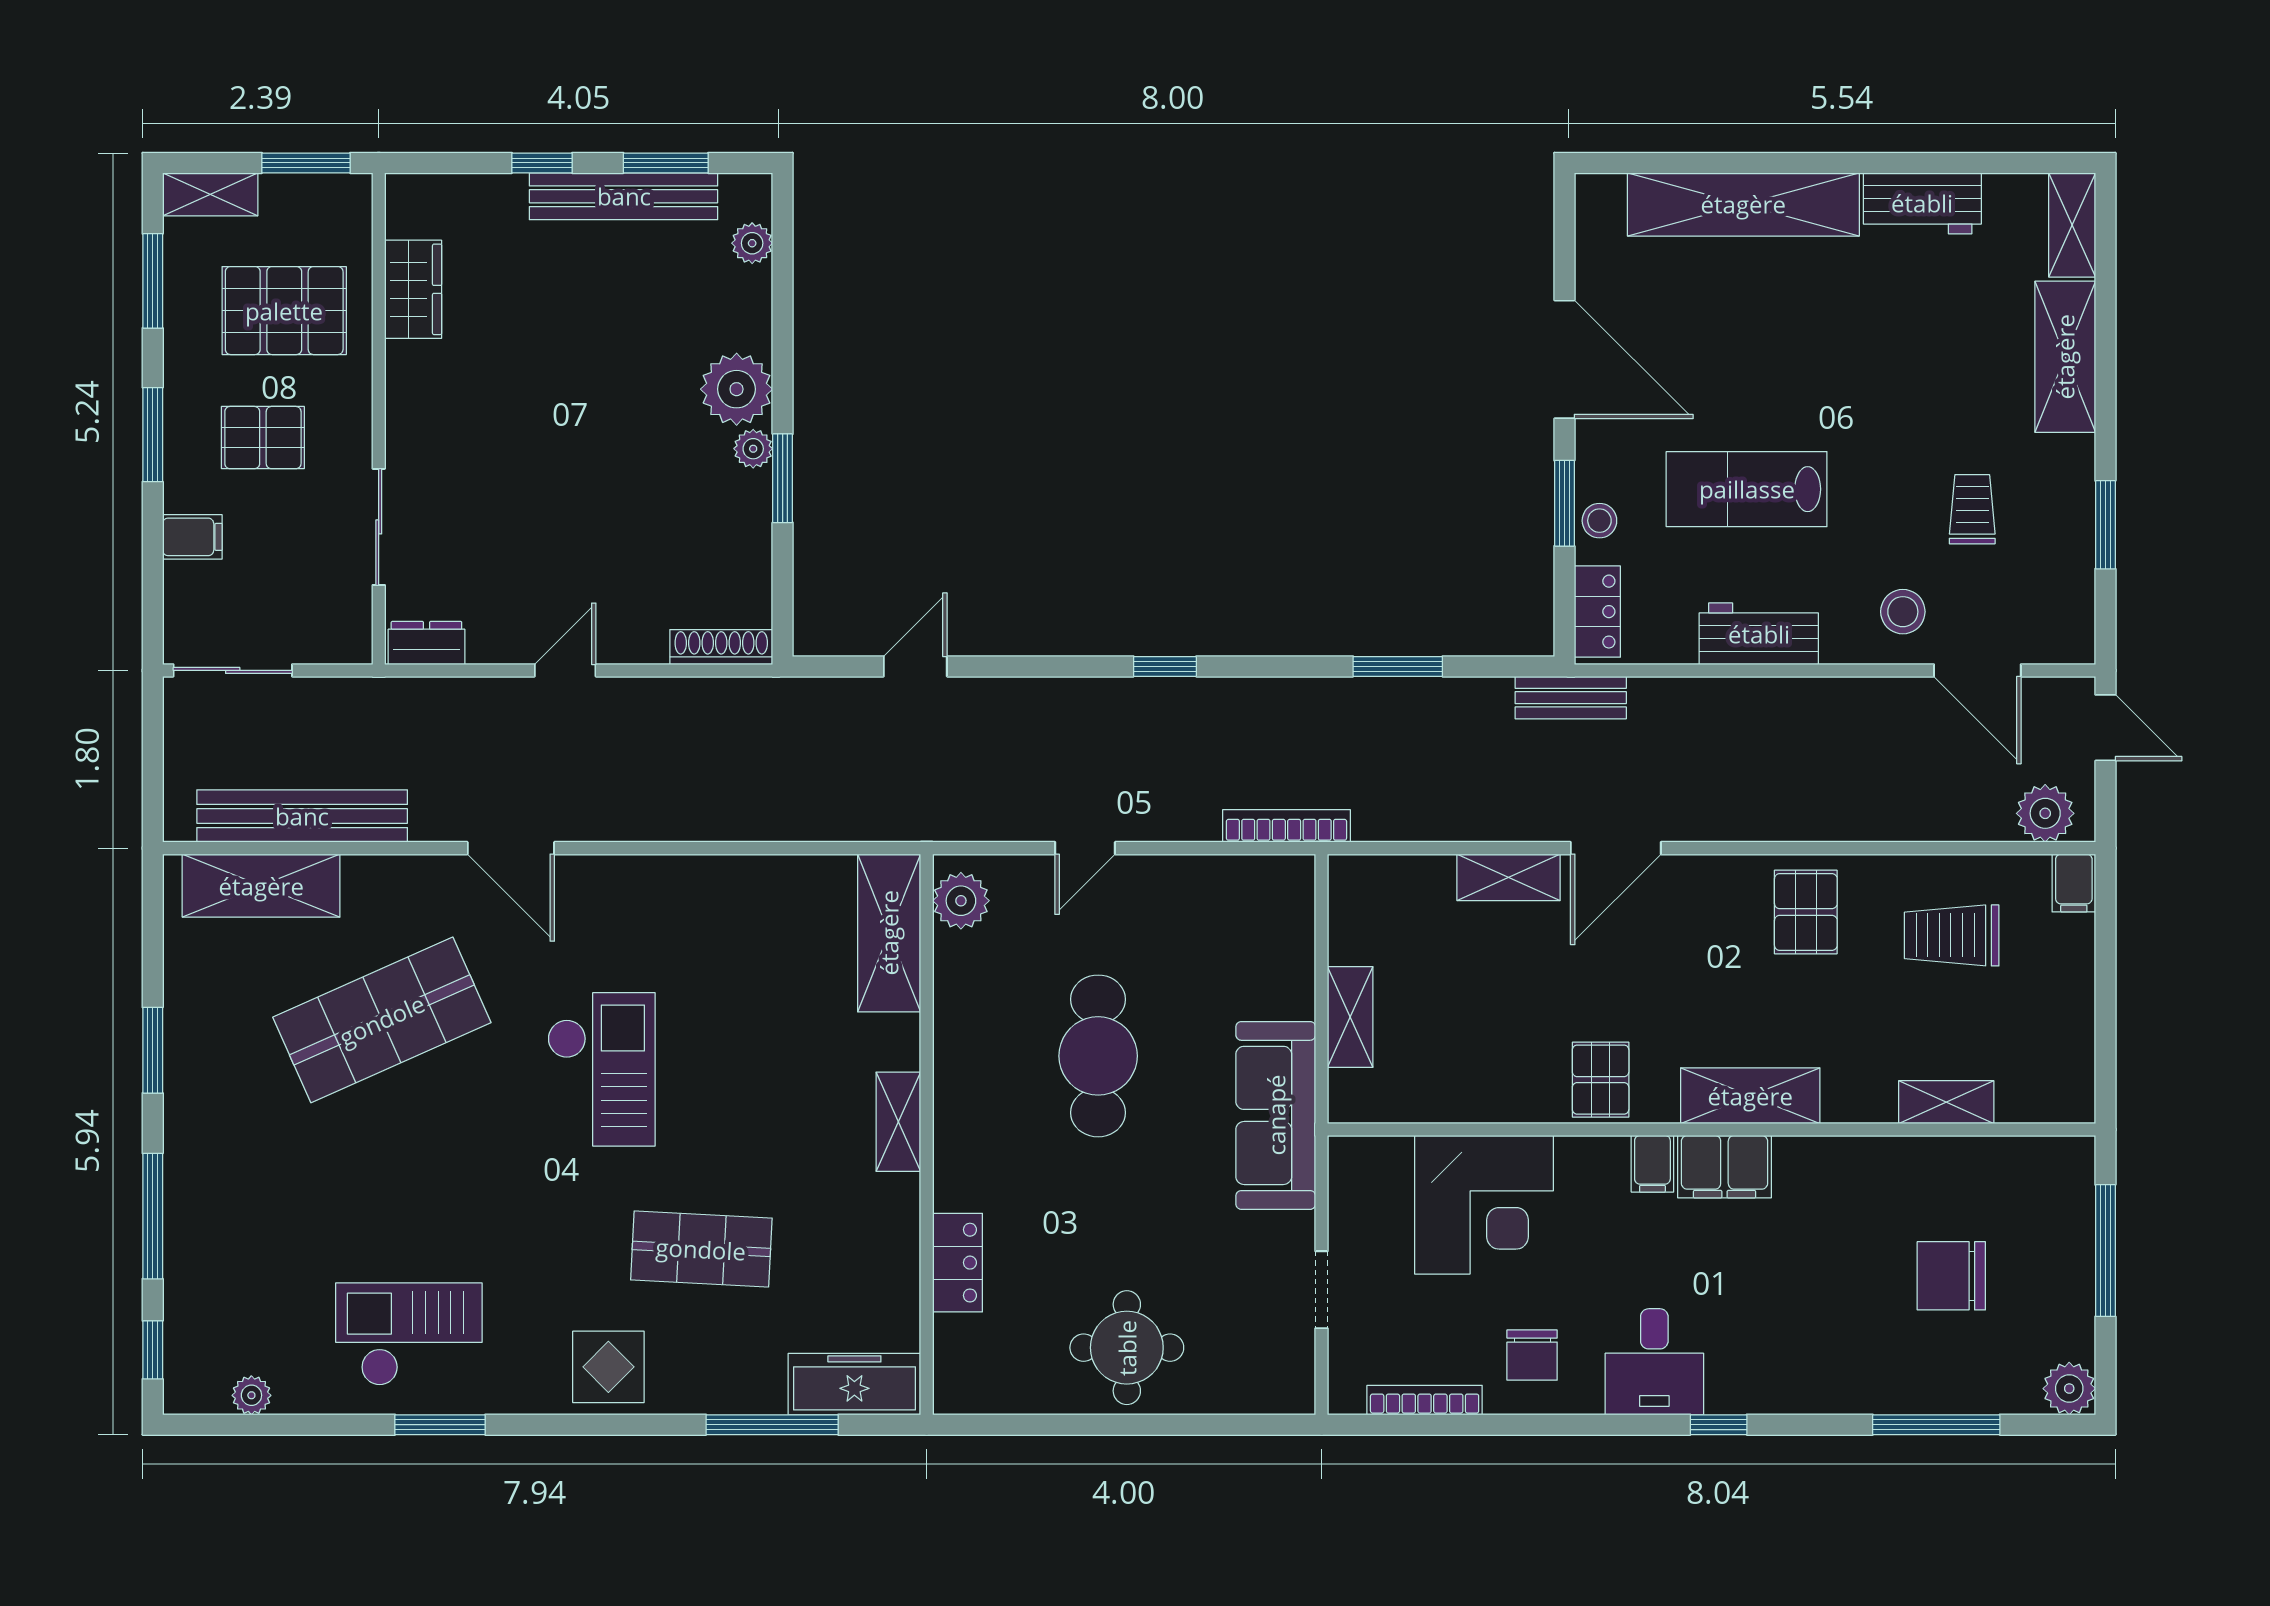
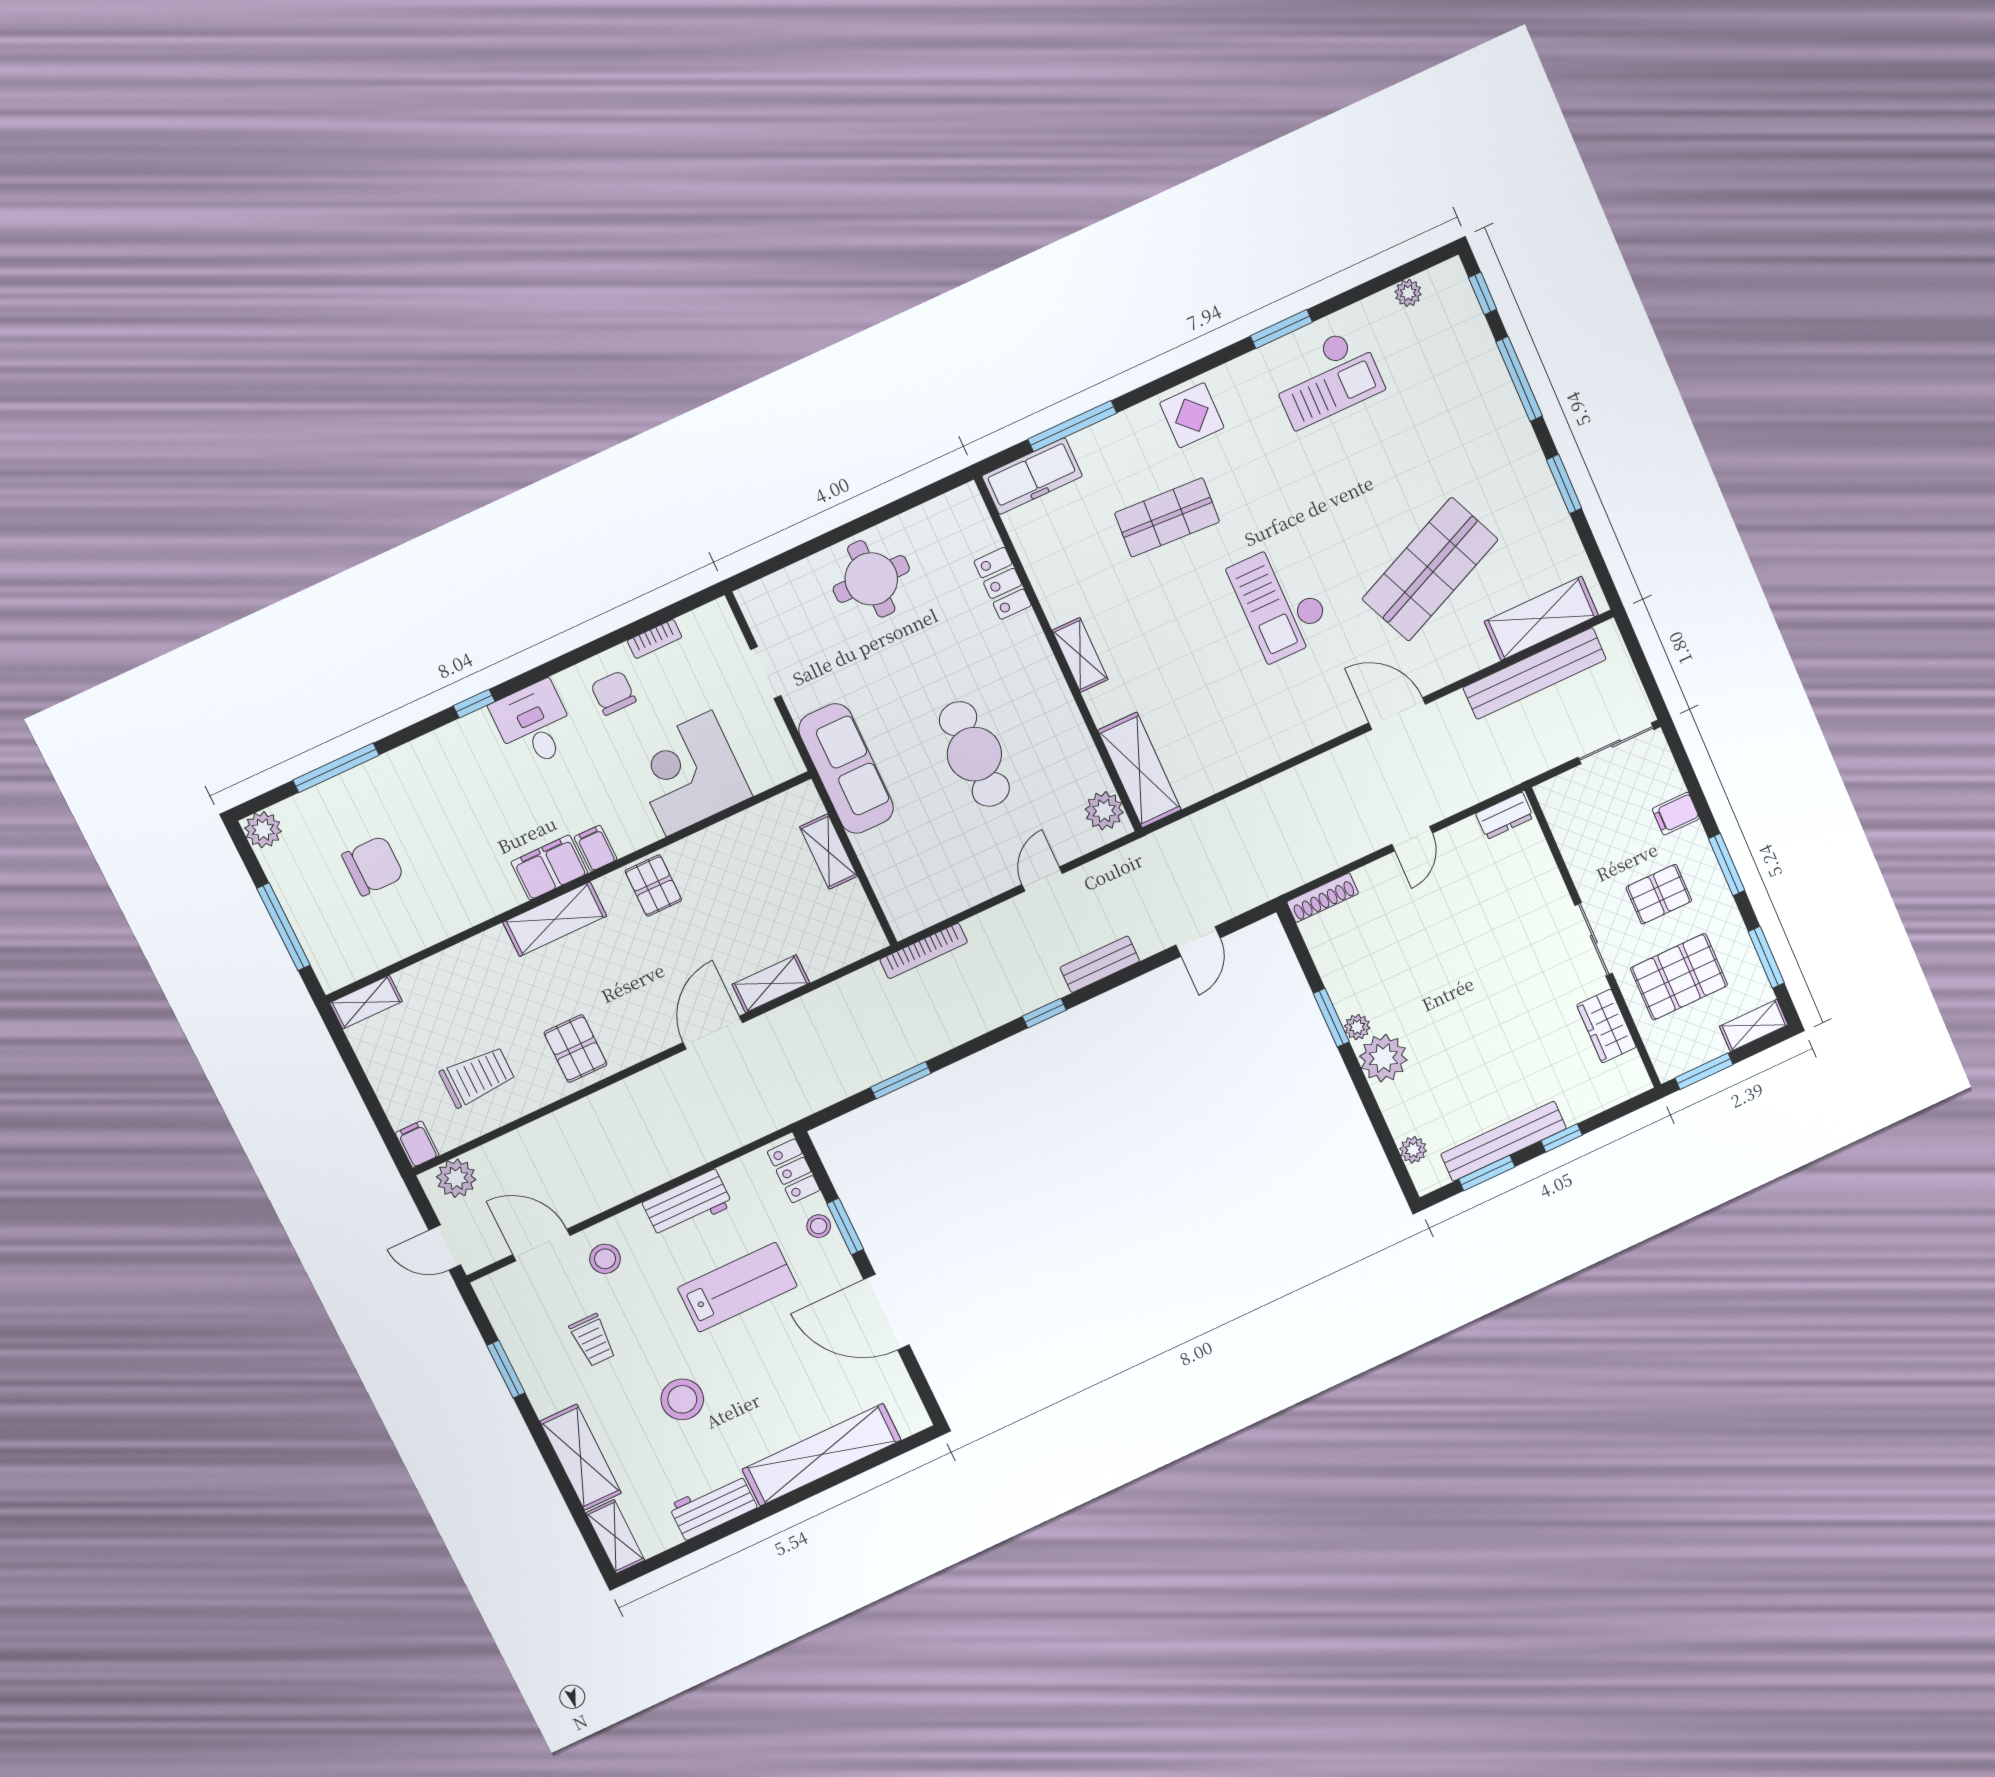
stool: (1893, 371) -> (682, 1399), added
sliding door: (379, 527) -> (1594, 939), moved
bench: (1571, 698) -> (1100, 964), moved
shelving: (1946, 1102) -> (366, 1002), moved
bookcase: (1425, 1400) -> (655, 639), width x0.64

